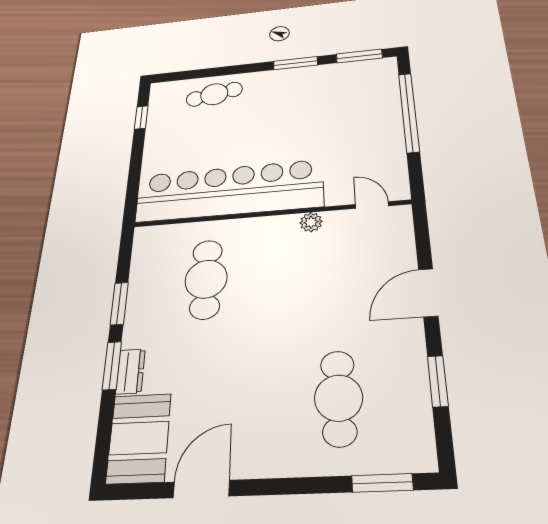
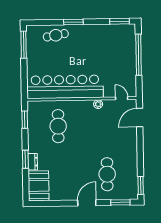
window: (295, 63) -> (73, 22), moved
window: (141, 117) -> (24, 45), width x2.17
door: (428, 293) -> (140, 118), moved
window: (119, 304) -> (25, 120), moved
window: (438, 381) -> (141, 185), moved
door: (201, 489) -> (87, 203), moved

